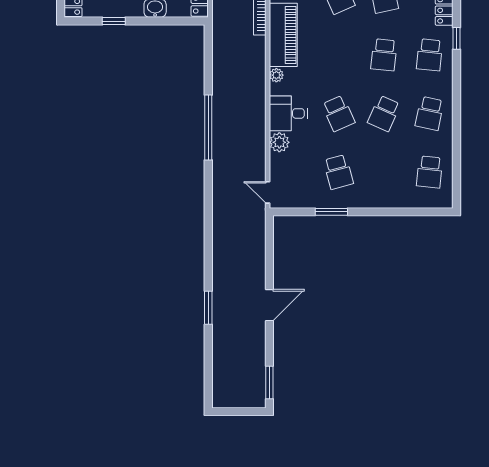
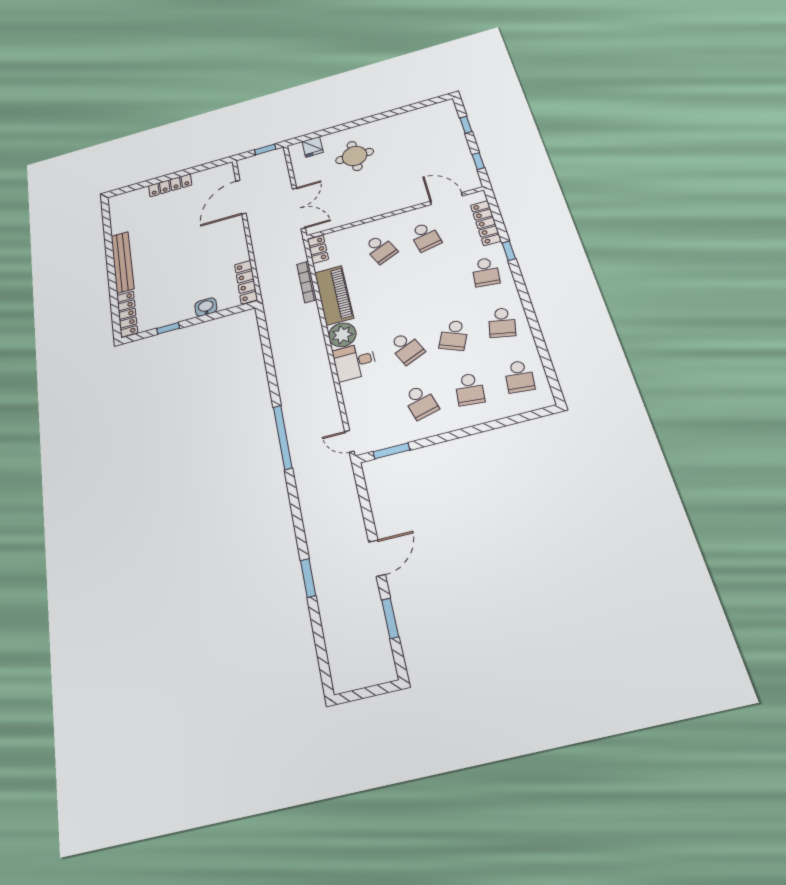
school desk: (384, 55) -> (470, 389), moved
plant: (276, 75) -> (342, 335), width x1.87, depth x1.87
window: (208, 128) -> (283, 437), moved
plant: (279, 142) -> (351, 390), removed
window: (331, 212) -> (391, 451), moved
window: (269, 383) -> (390, 618), moved

